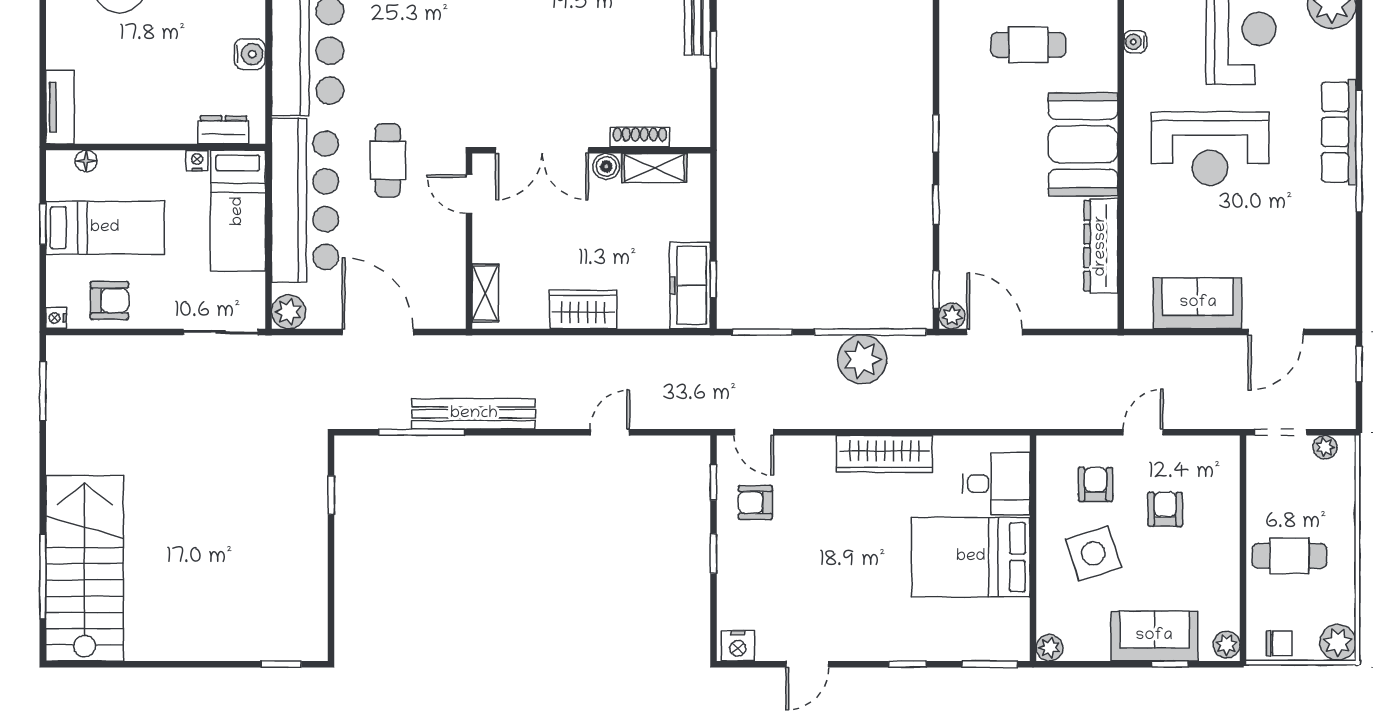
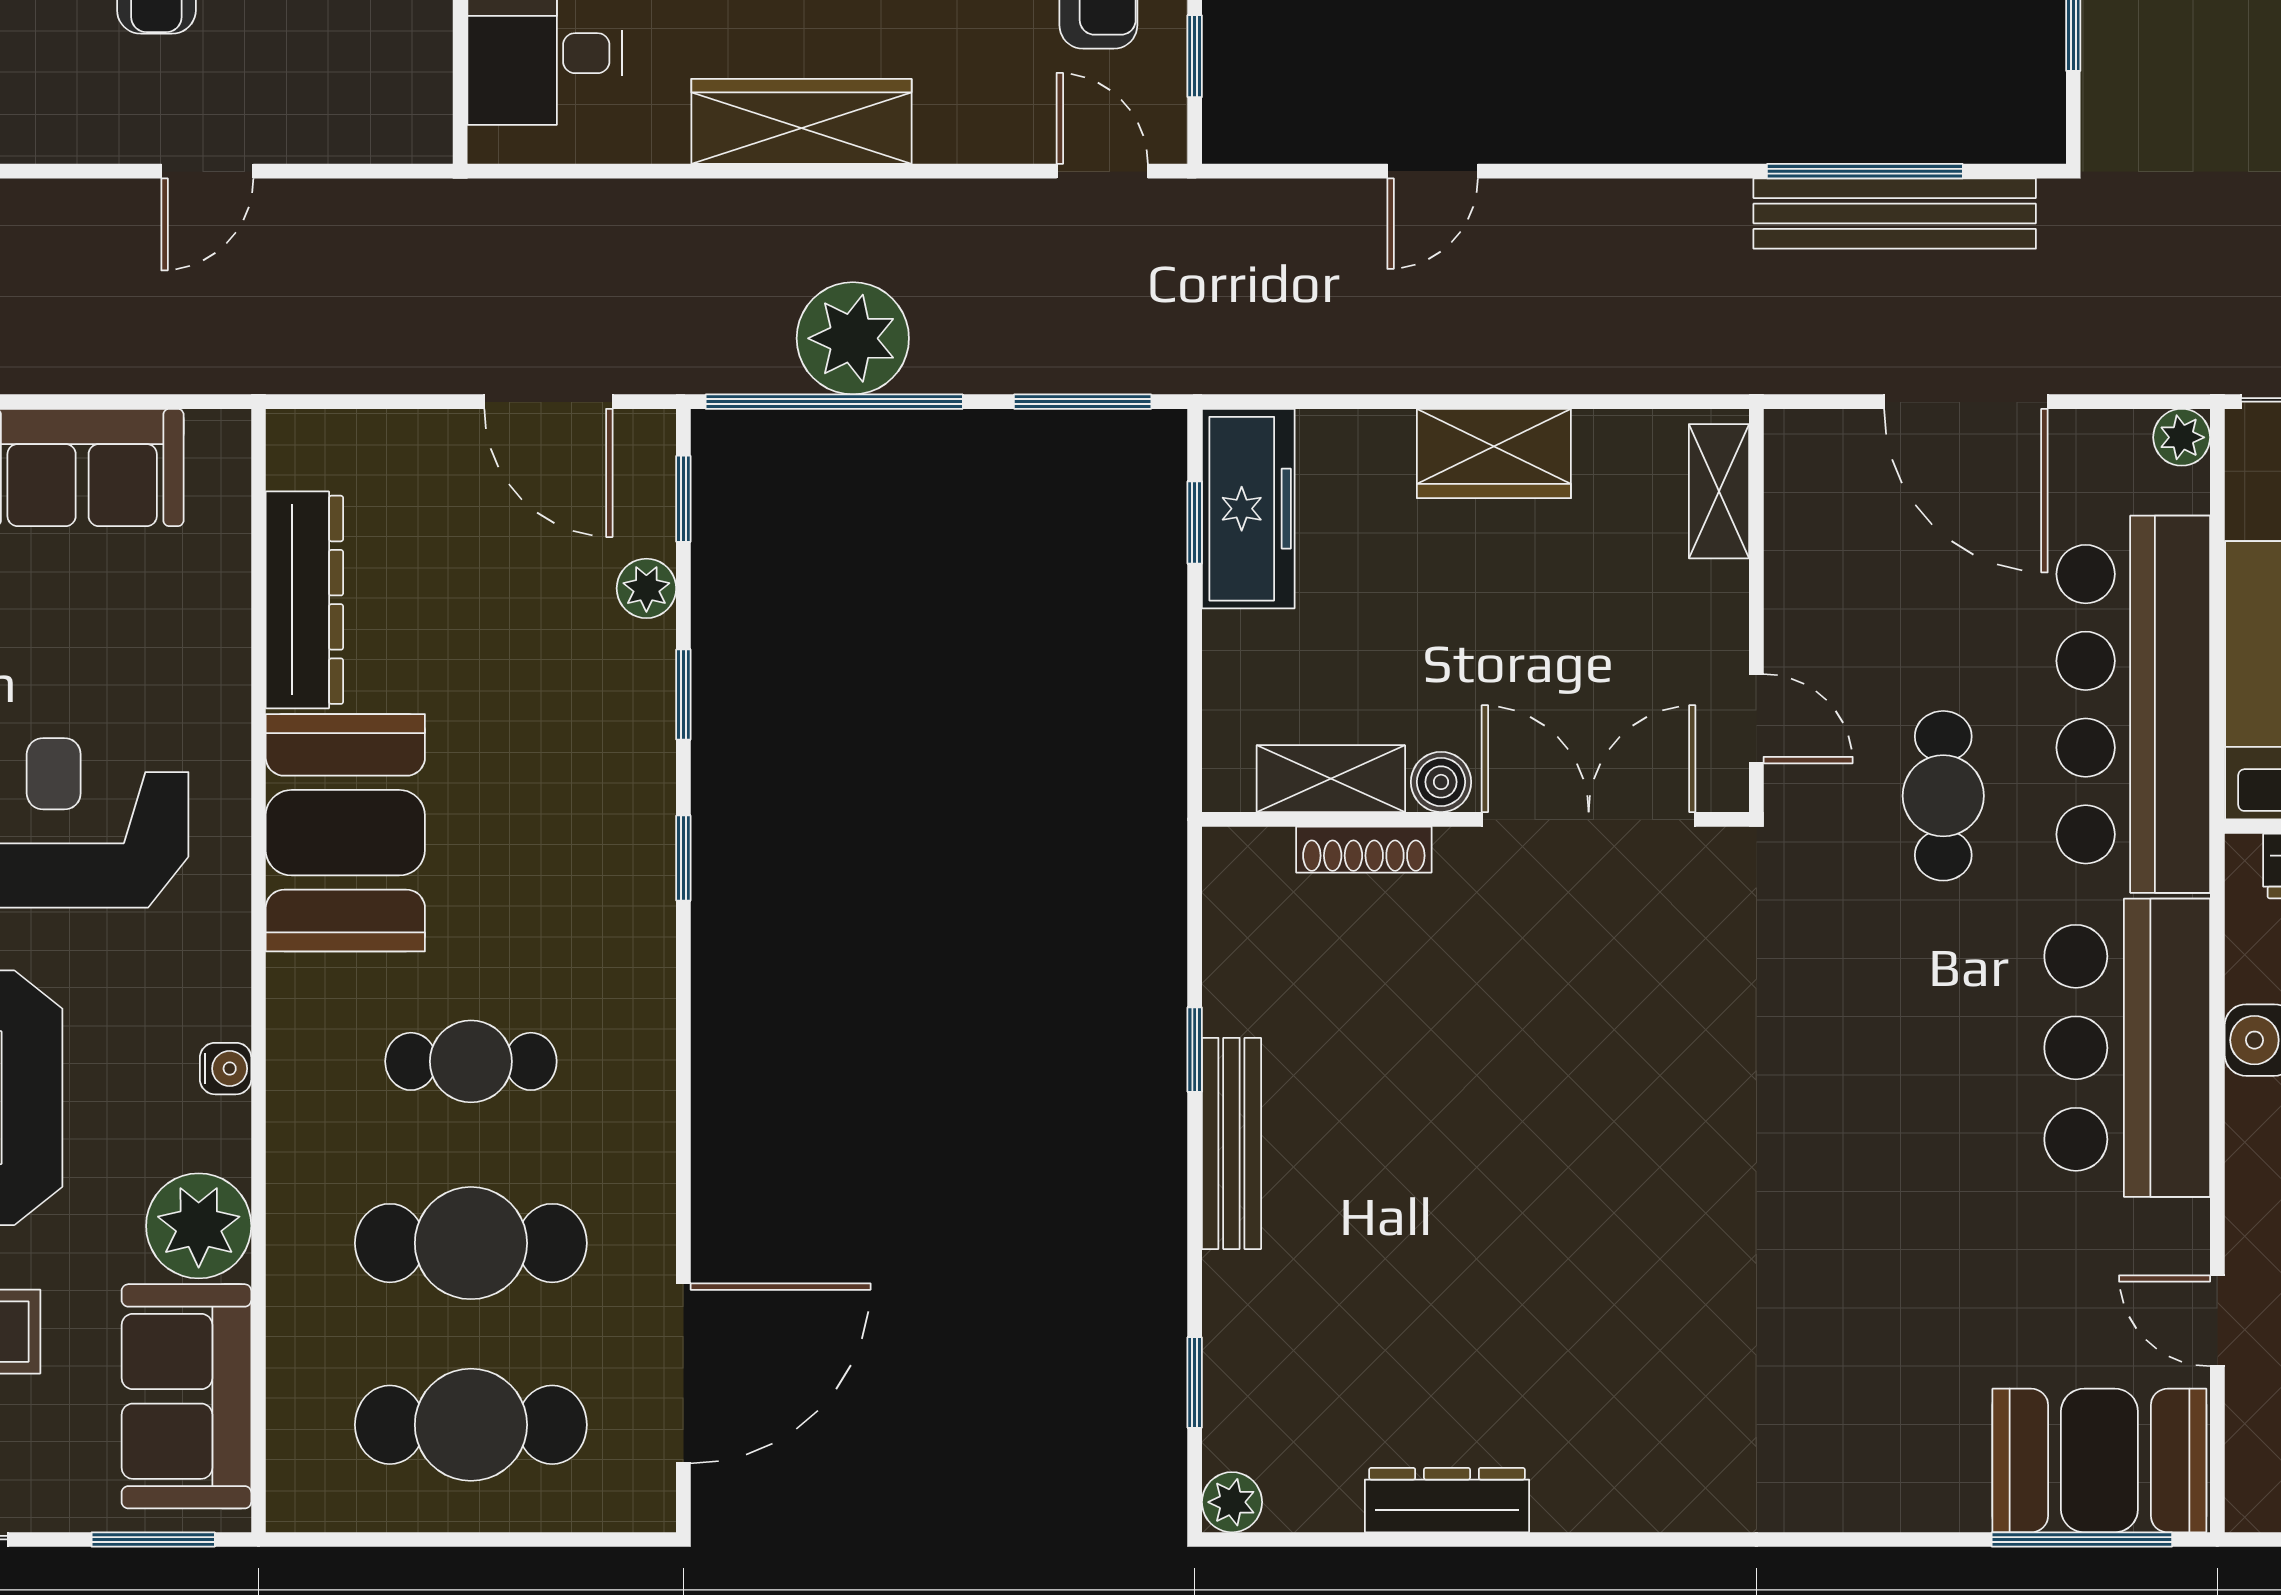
plant: (289, 312) -> (2182, 437), width x0.73, depth x0.73
plant: (952, 316) -> (646, 588), moved
bench: (474, 414) -> (1895, 214), moved
armchair: (1096, 484) -> (317, 51), removed

